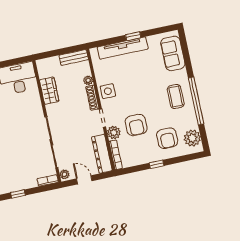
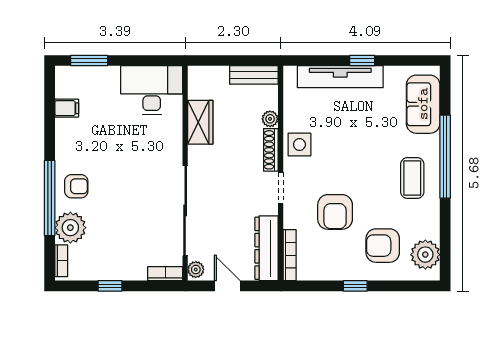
window: (196, 101) -> (445, 157), moved
plant: (114, 133) -> (294, 217), removed
armchair: (167, 138) -> (383, 246), turned 90

